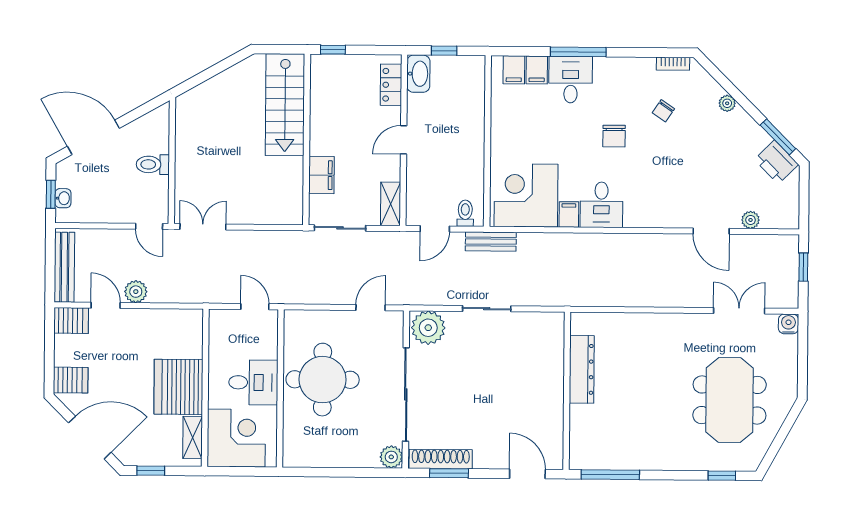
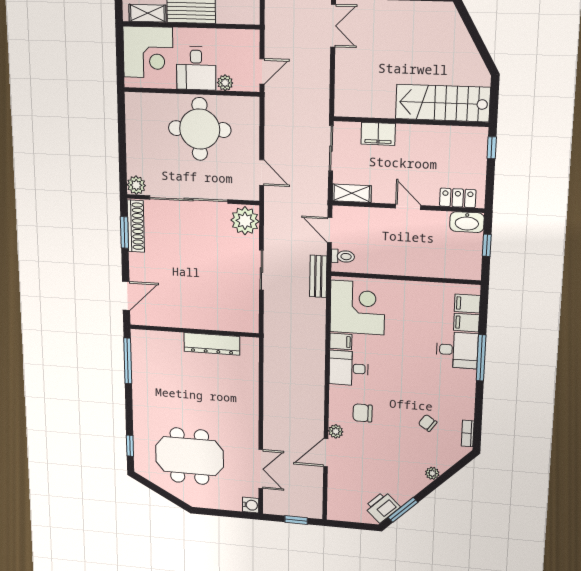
chair: (614, 136) -> (363, 413), moved
plant: (751, 220) -> (336, 431), moved
plant: (269, 349) -> (225, 83), added

